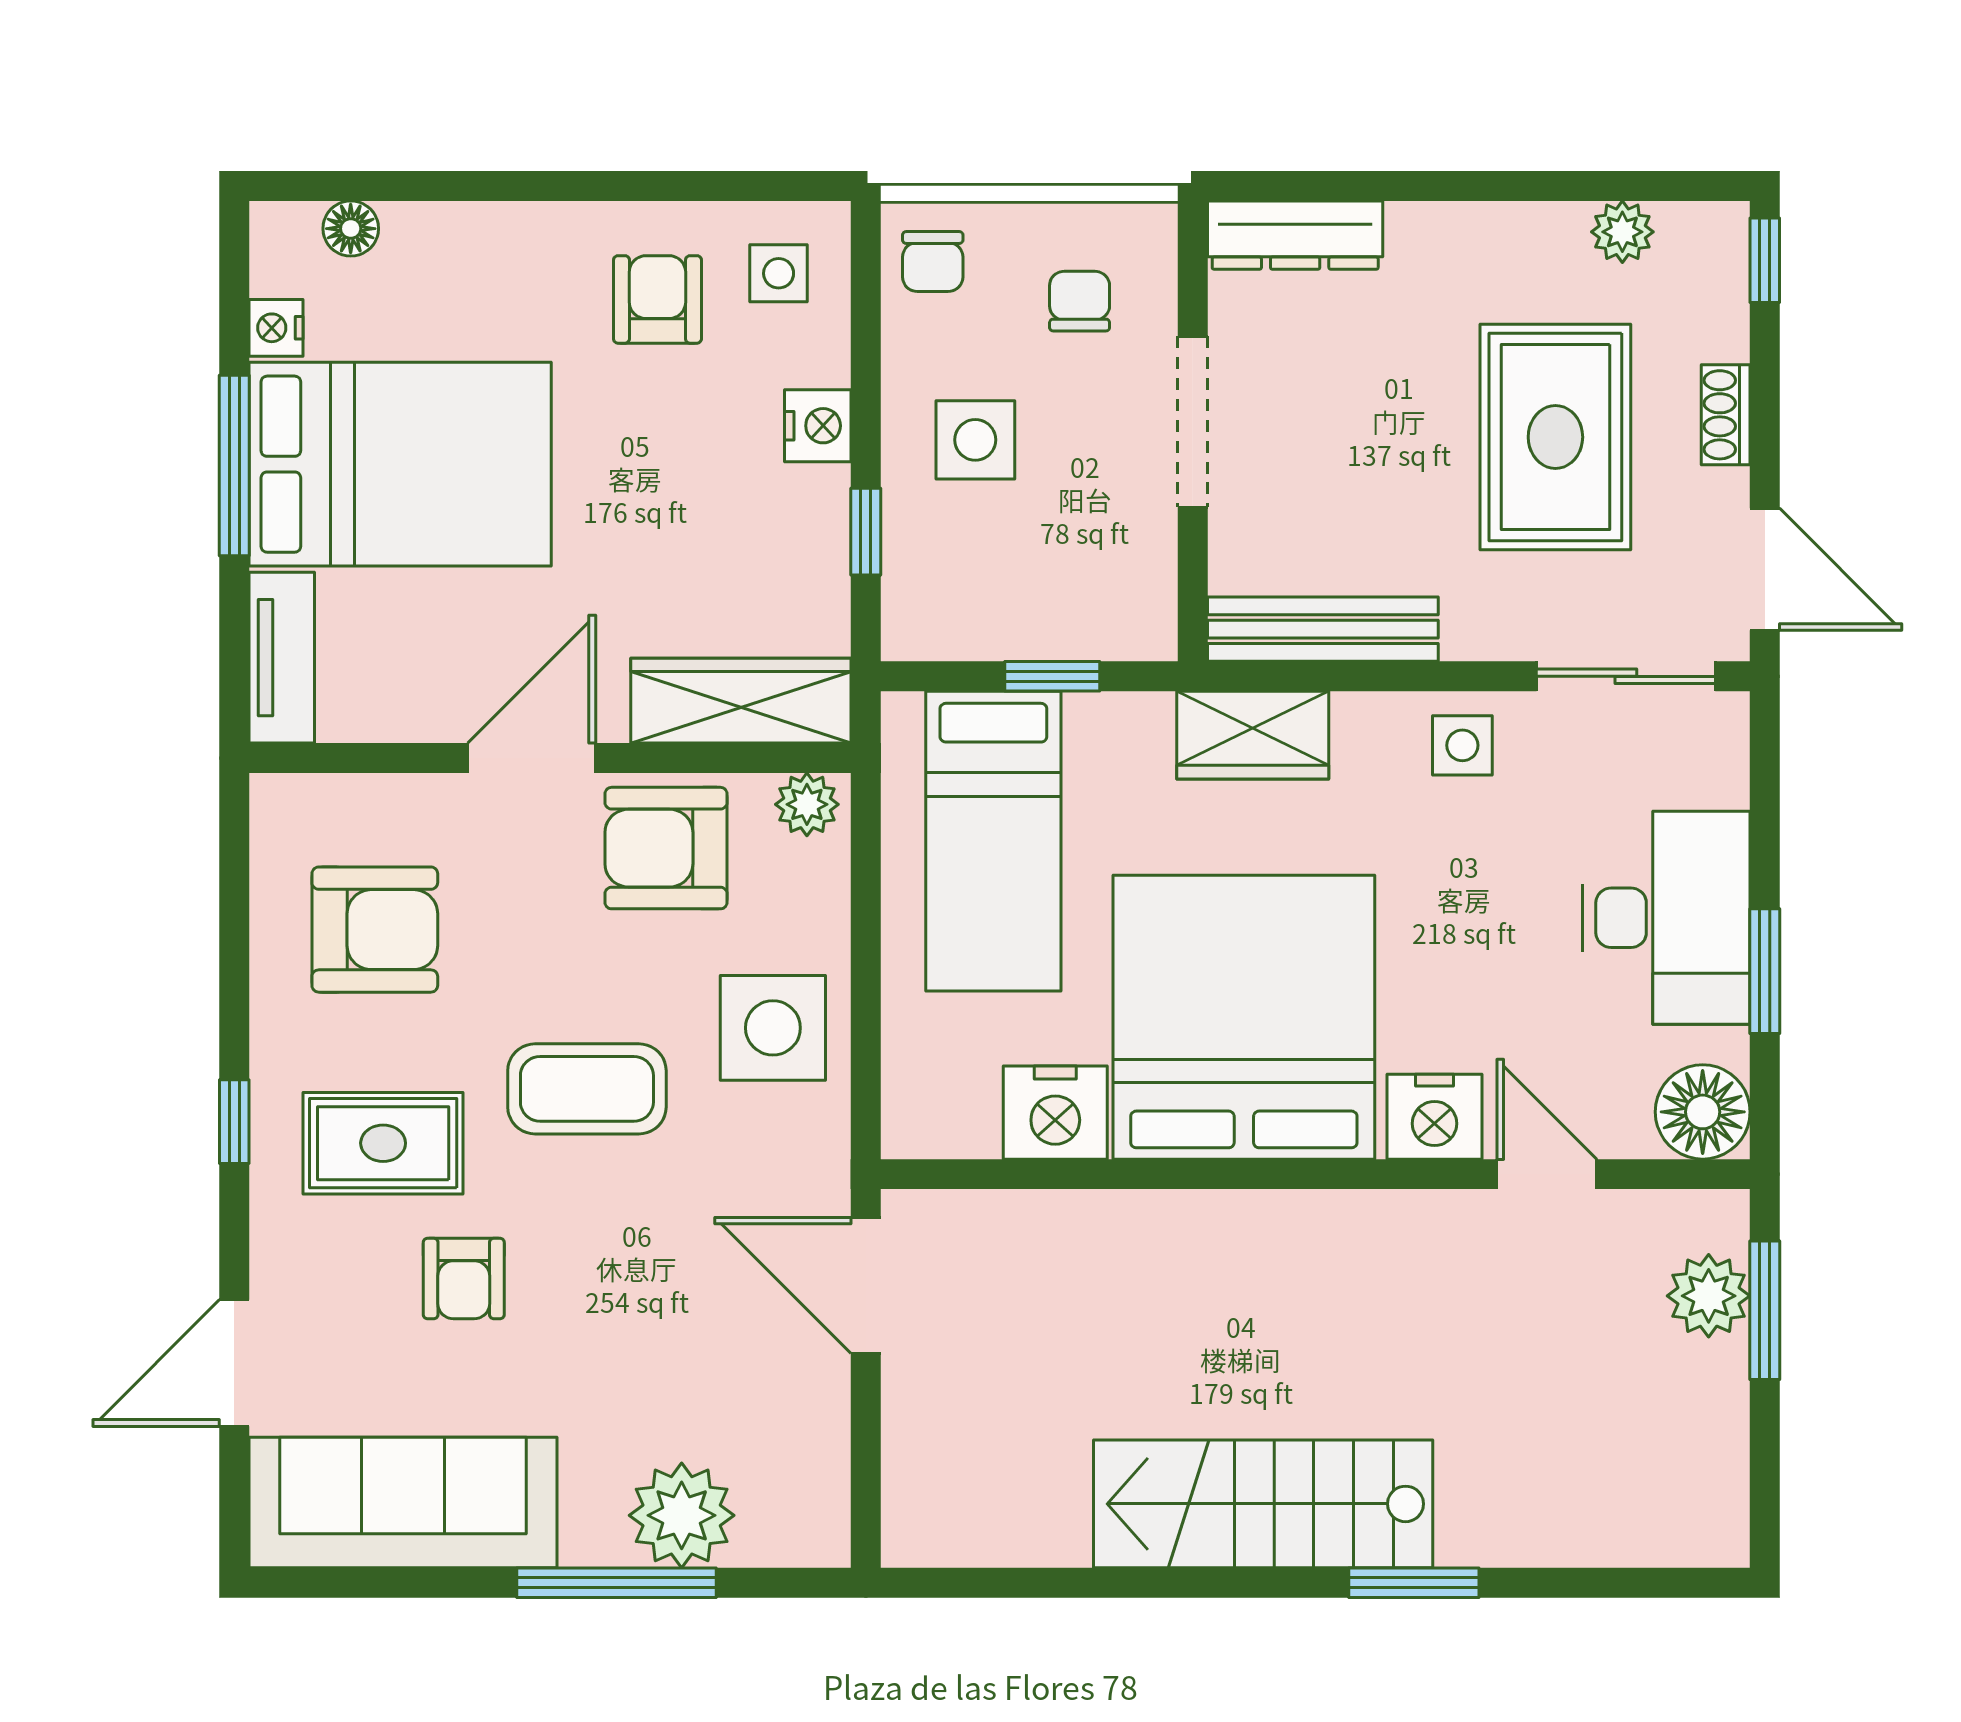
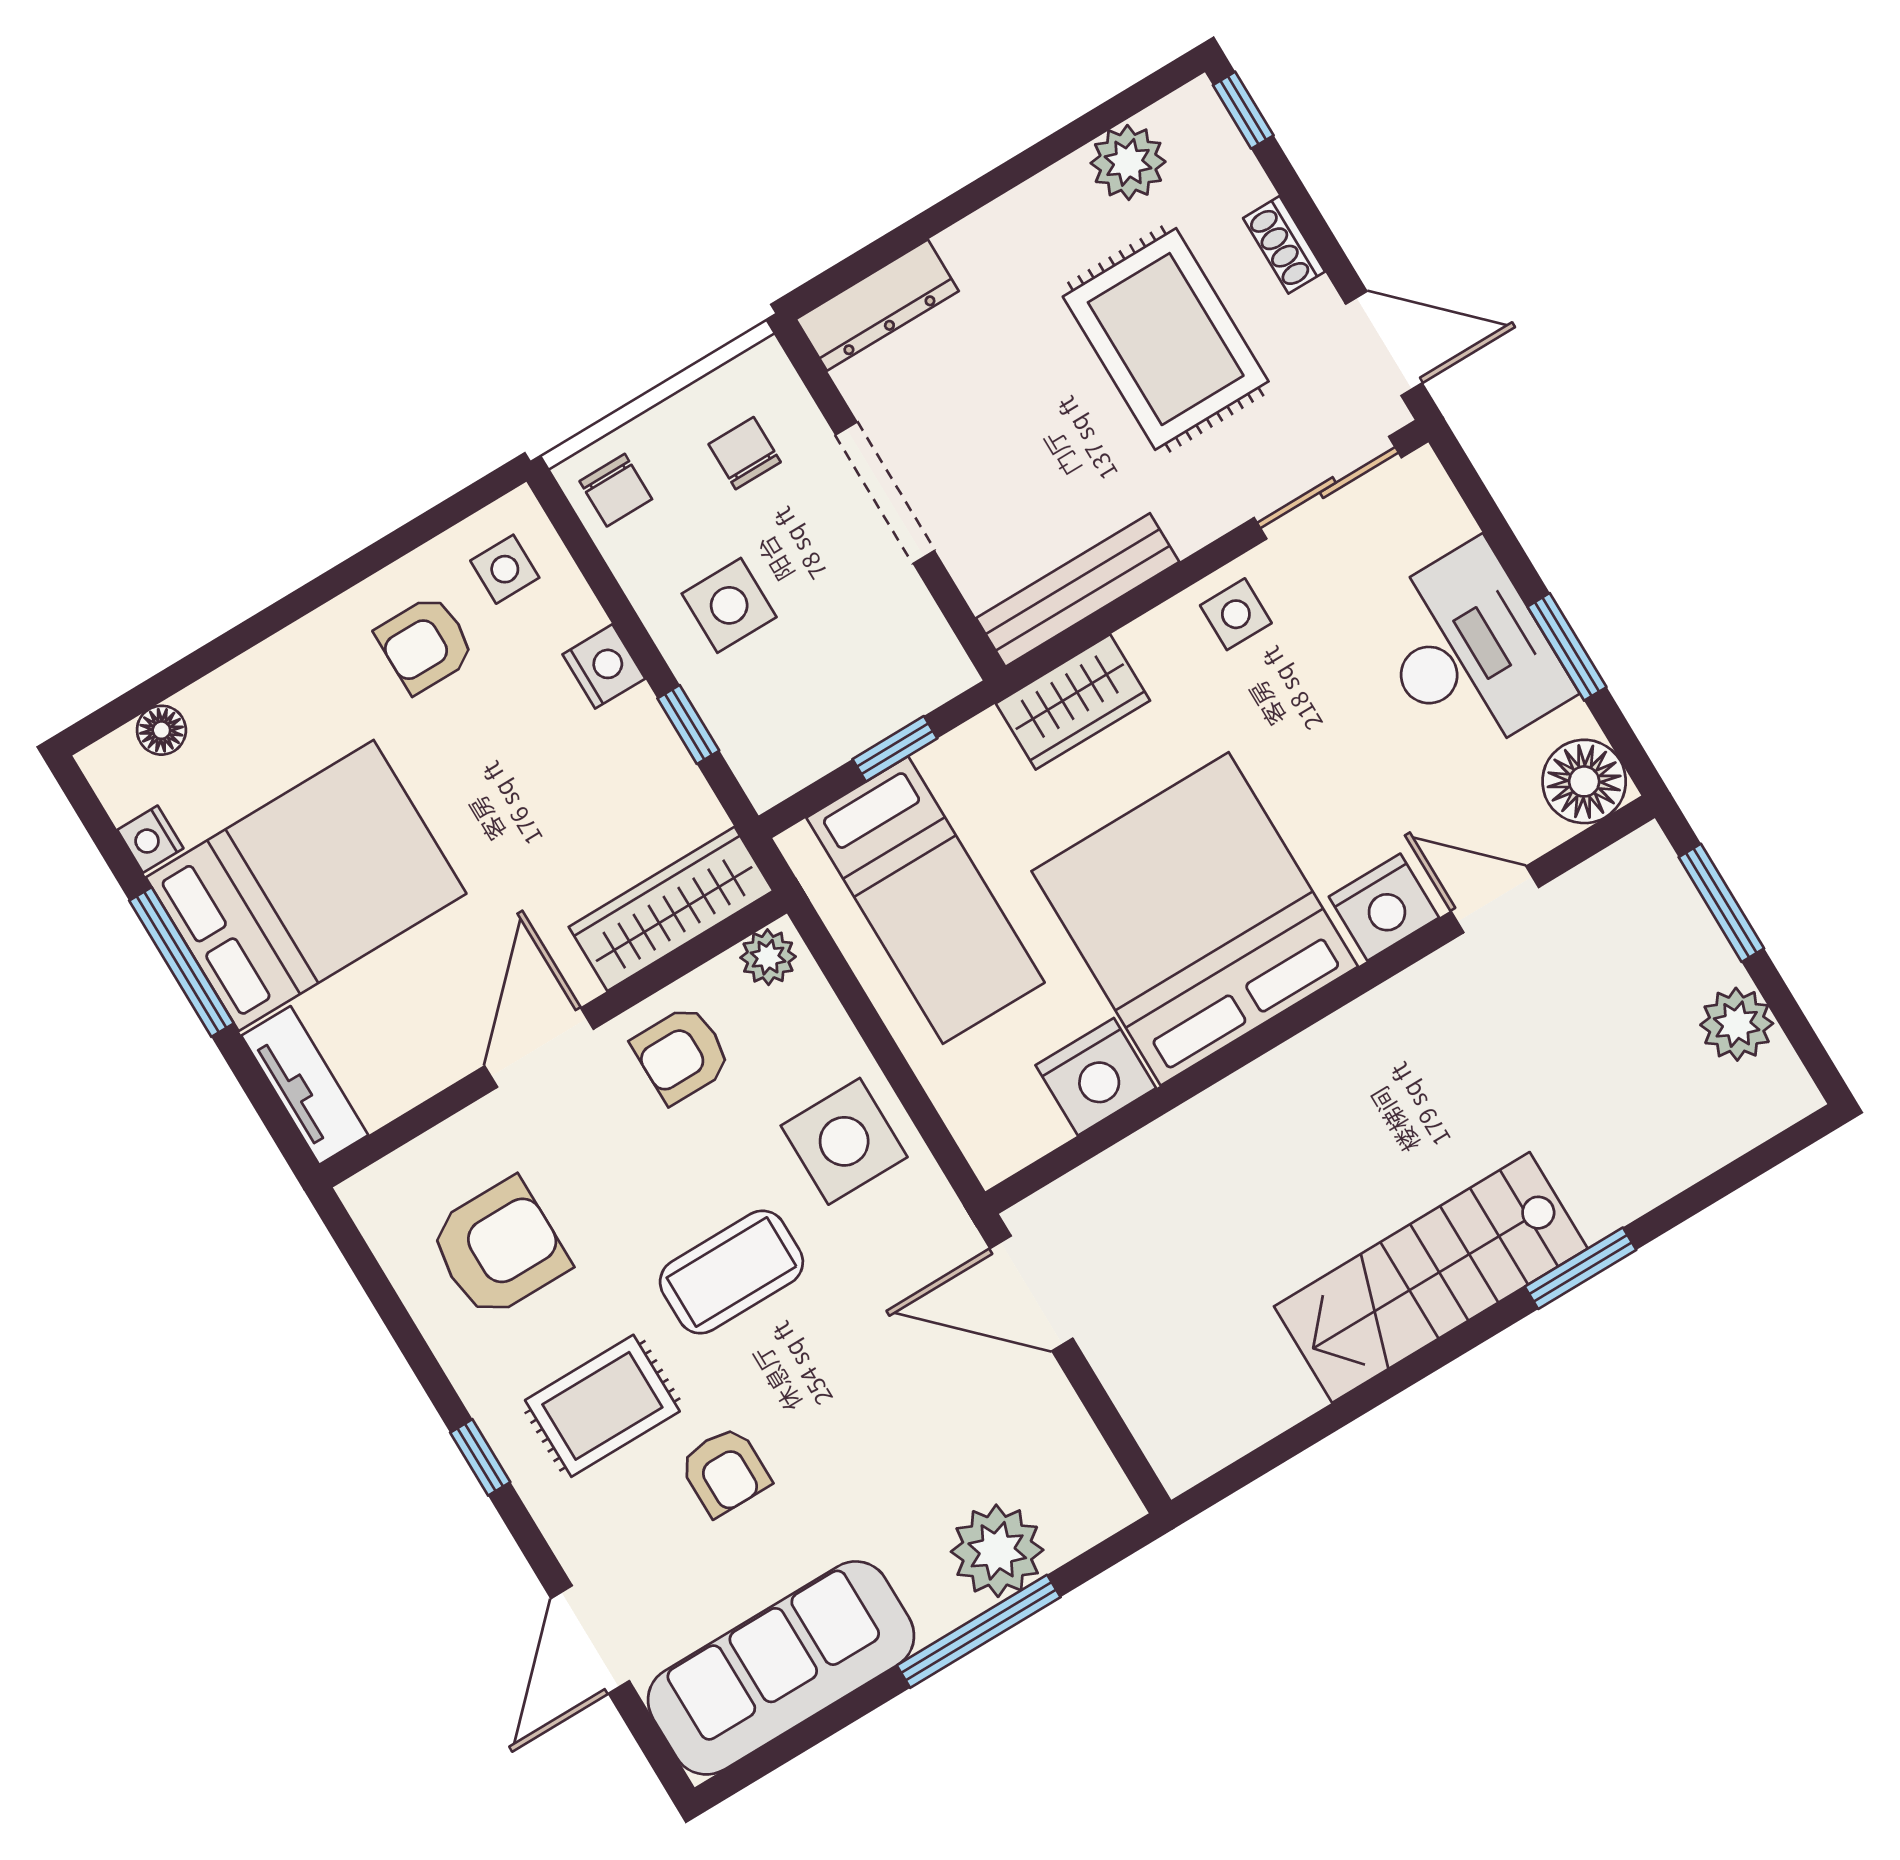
plant: (1622, 232) -> (1128, 162), width x1.38, depth x1.38
armchair: (657, 299) -> (425, 644), turned -90
armchair: (666, 848) -> (682, 1054), width x0.72, depth x0.72
plant: (1709, 1296) -> (1737, 1024), moved

